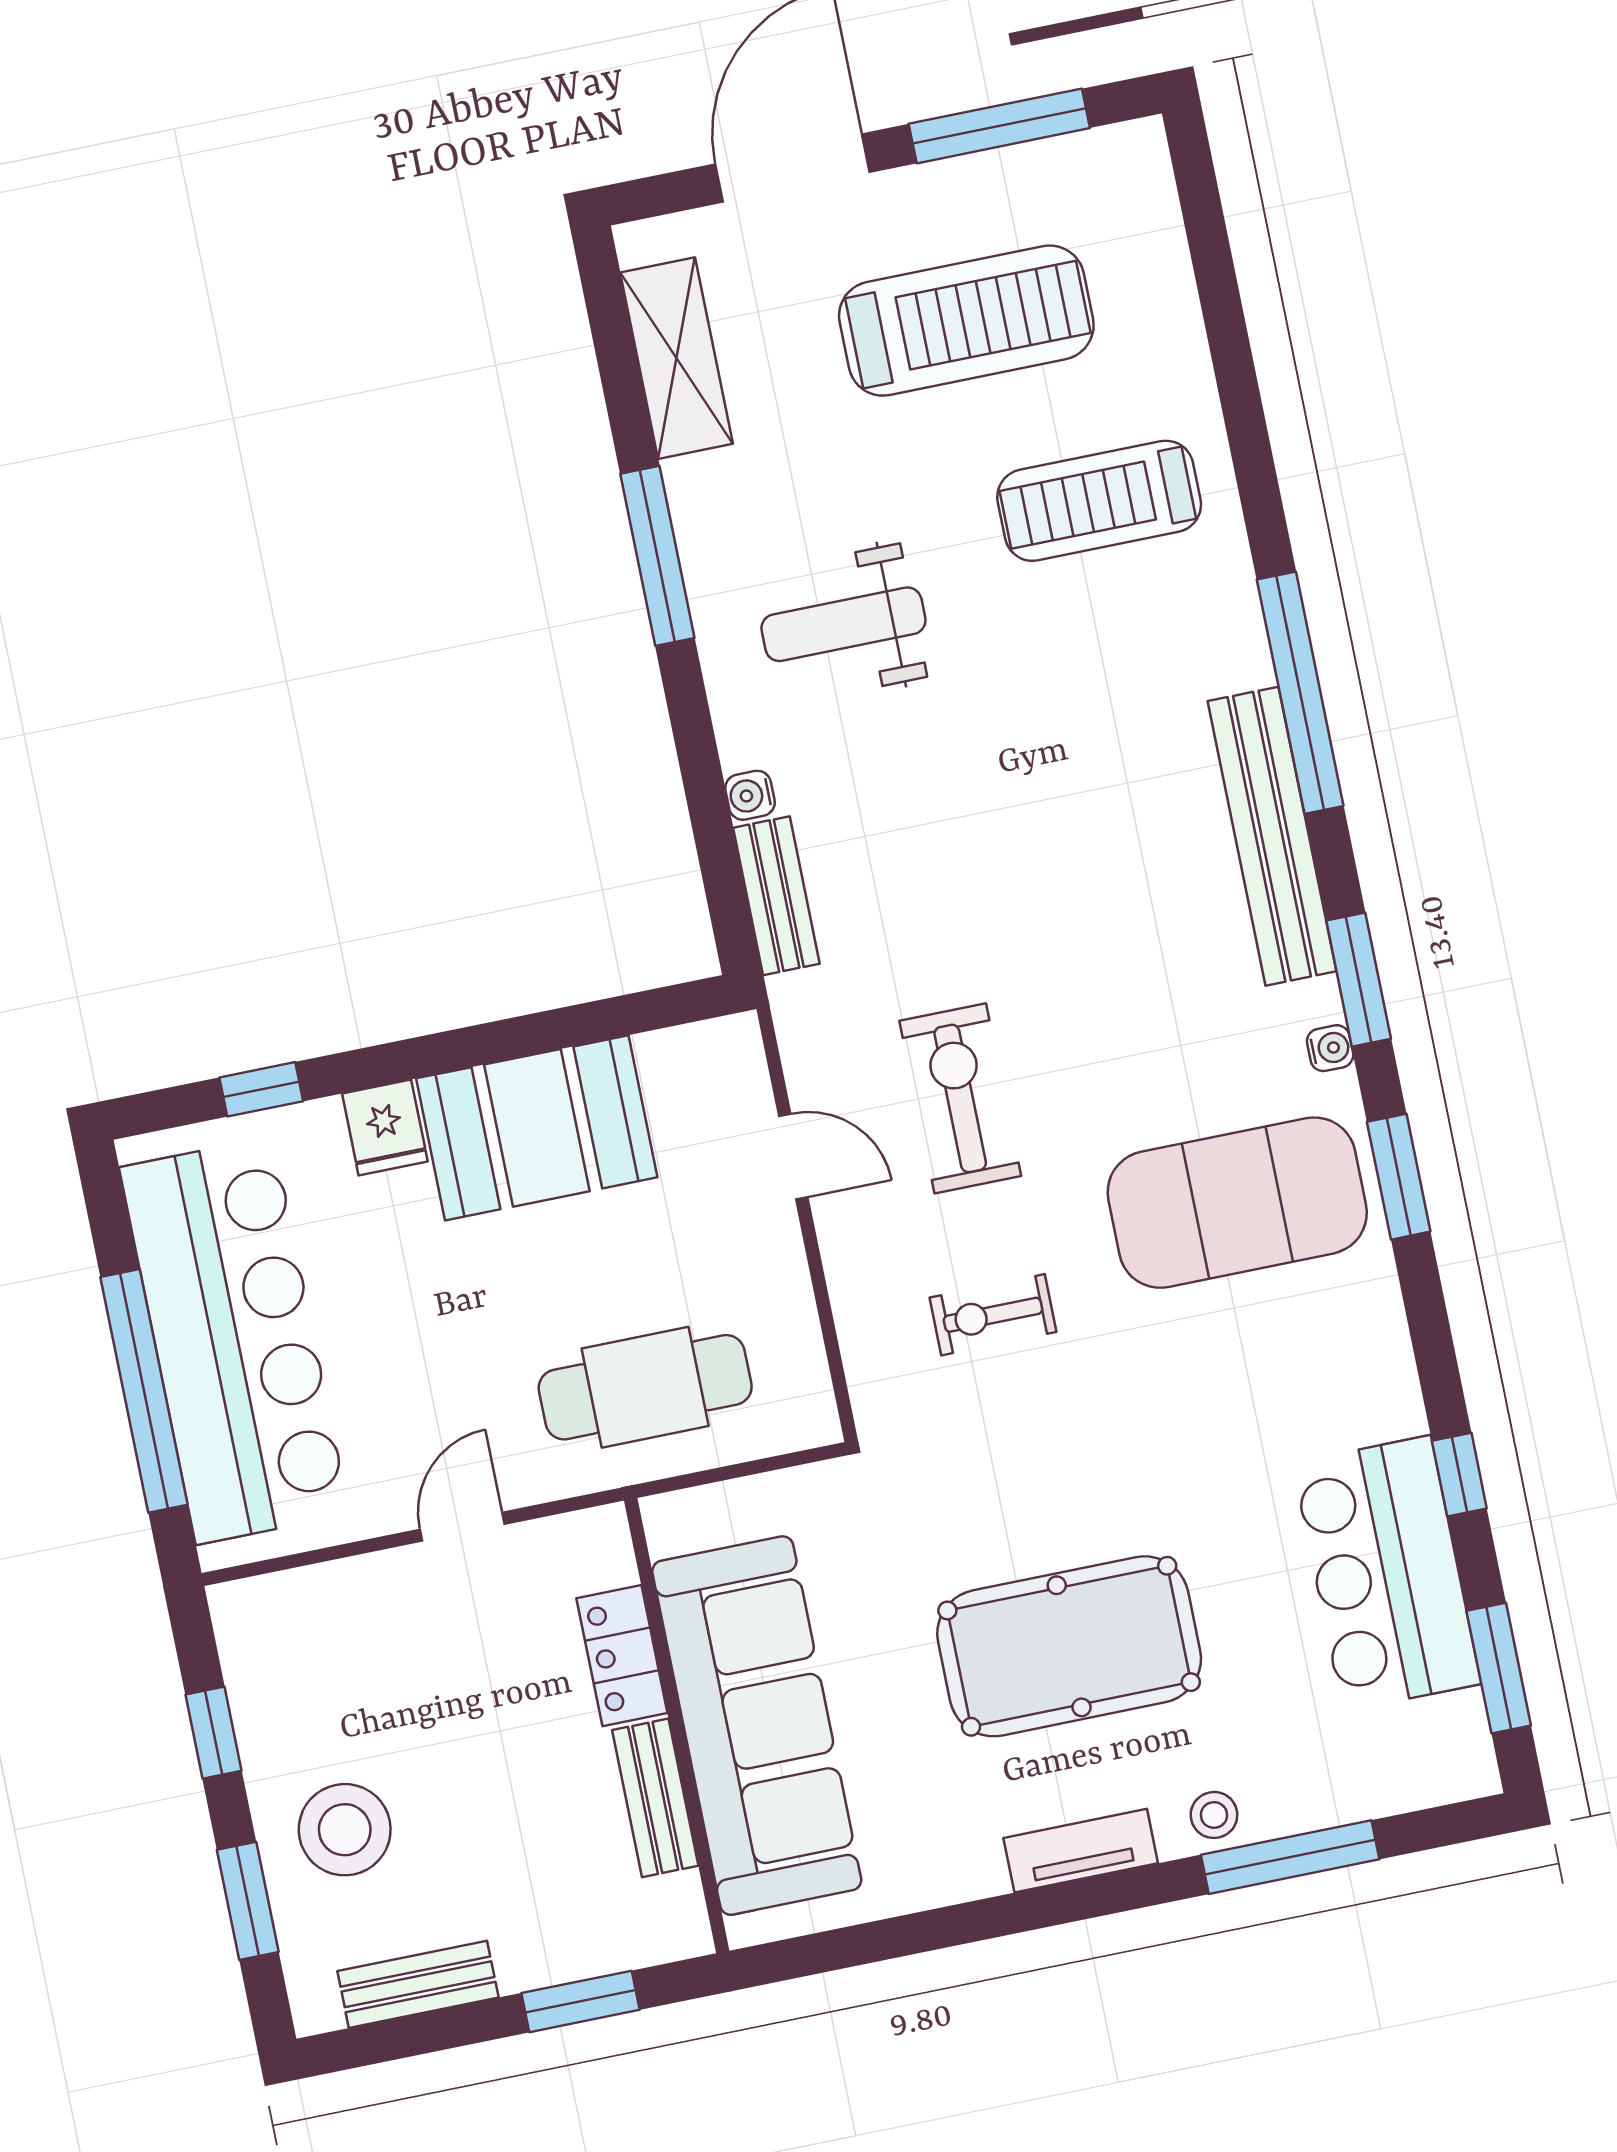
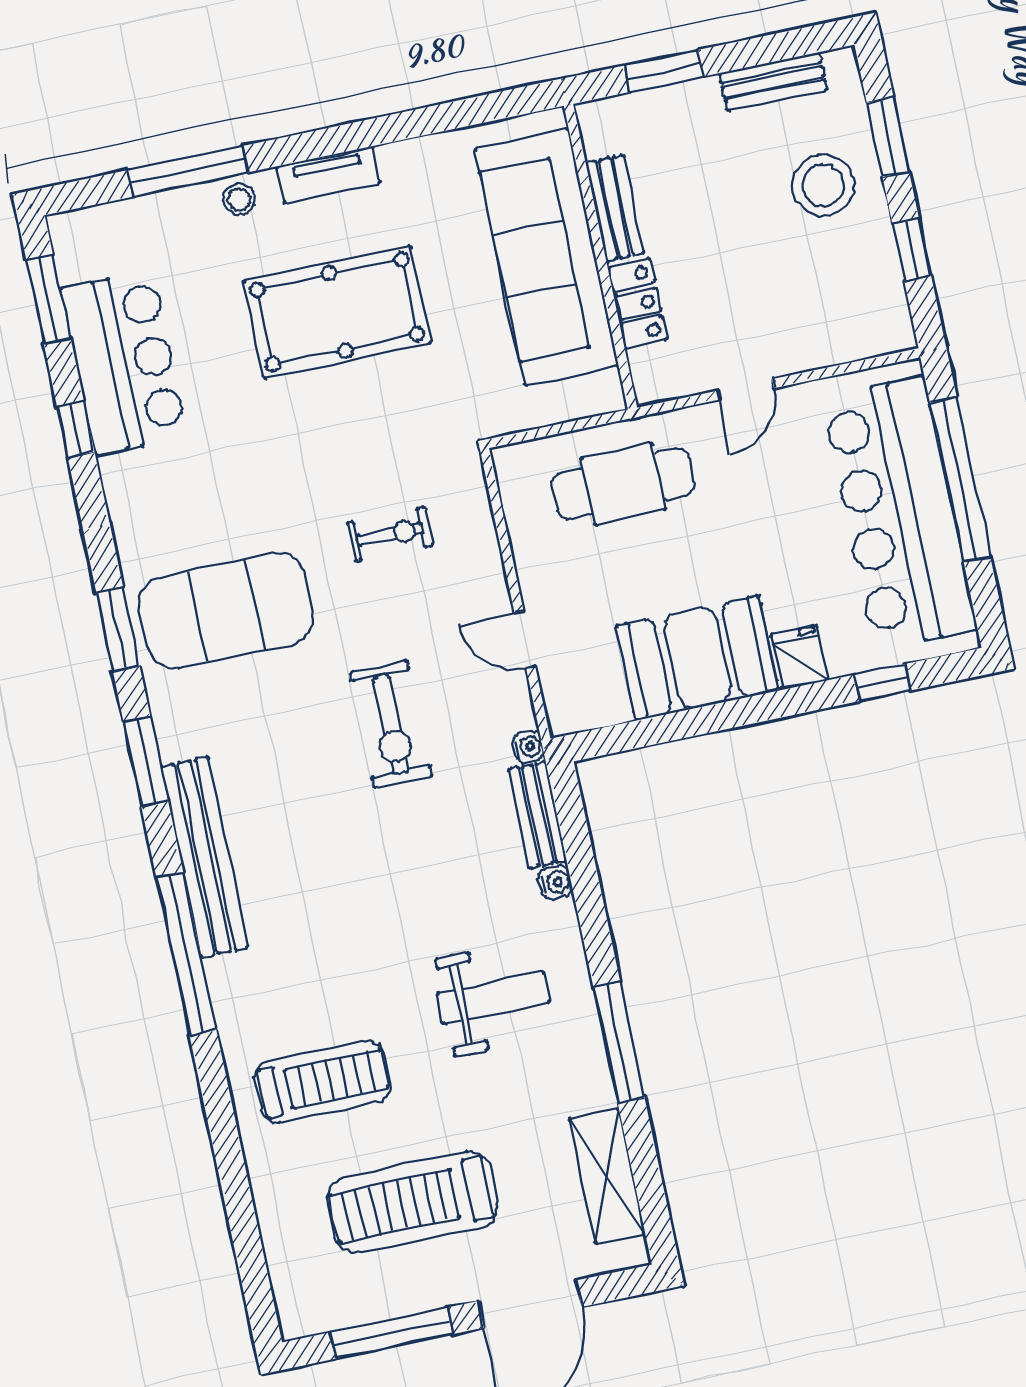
water cooler: (1330, 1048) -> (528, 747), moved, turned 180
exercise bike: (960, 1098) -> (391, 724), moved

